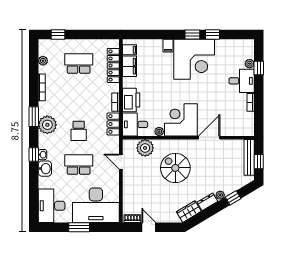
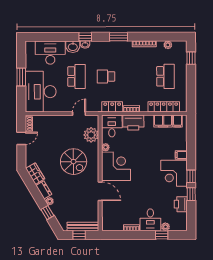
printer: (224, 46) -> (181, 204), added
corner desk: (194, 59) -> (174, 173), width x0.74, depth x0.74
plant: (47, 125) -> (111, 49), removed
spiral stairs: (175, 168) -> (74, 162), turned 90
desk: (52, 206) -> (50, 53), moved

